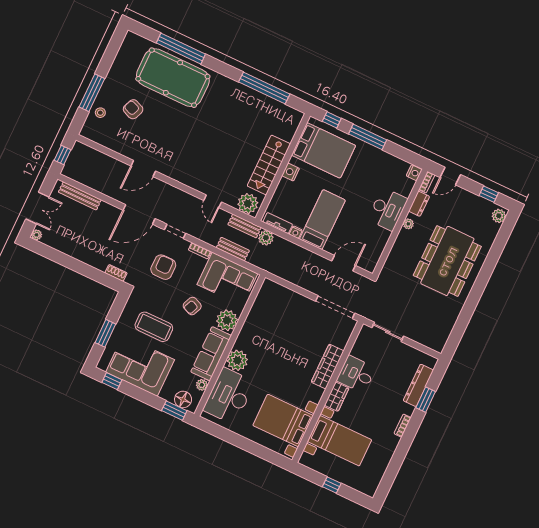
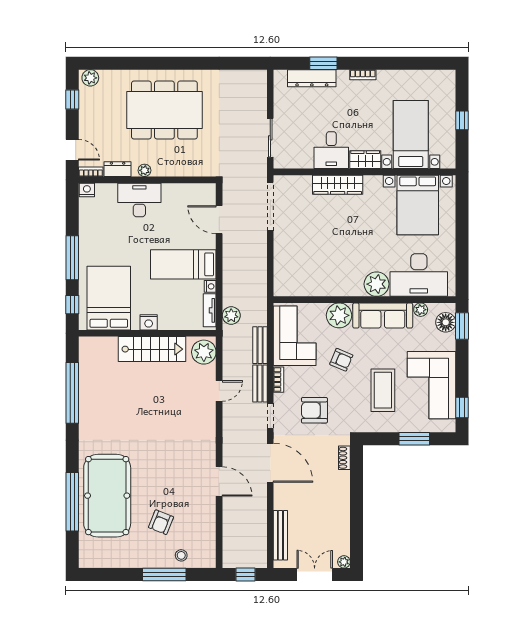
bench: (244, 226) -> (260, 384), moved

